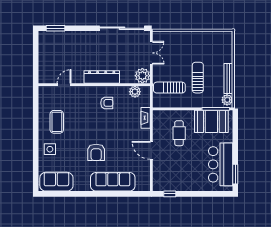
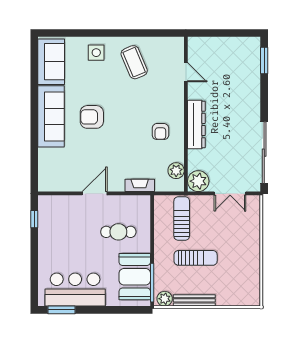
coffee table: (57, 122) -> (134, 62), turned 67
sofa: (113, 182) -> (51, 116), moved

